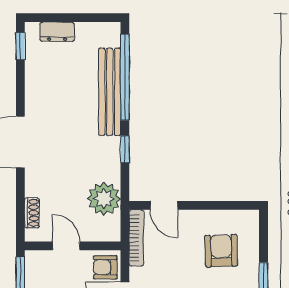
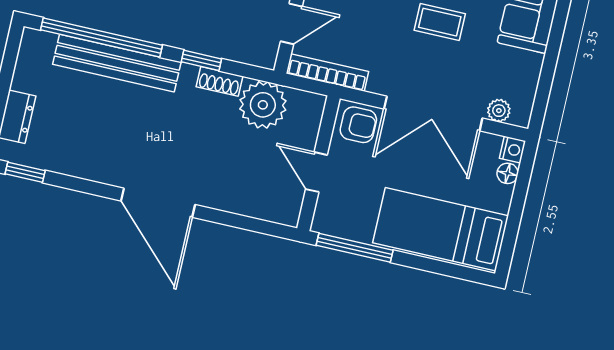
shoe rack: (32, 213) -> (219, 81), moved, turned 180
door: (66, 246) -> (316, 172), hinge flipped
armchair: (105, 267) -> (358, 125), turned -90

